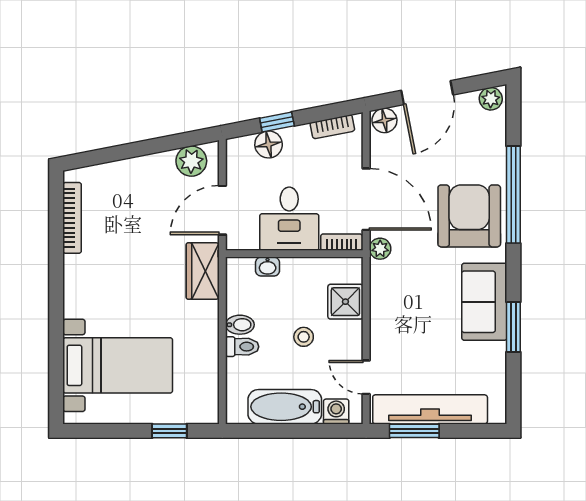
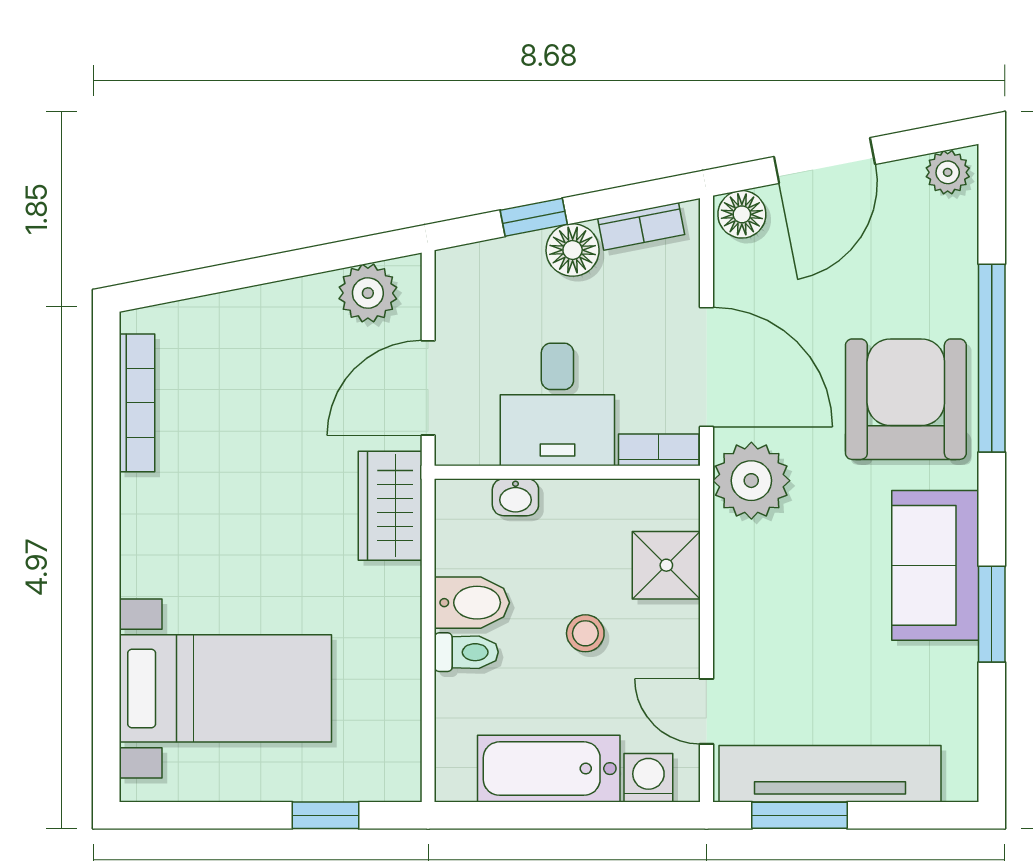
floor lamp: (269, 144) -> (573, 250), moved
plant: (380, 249) -> (751, 481), width x1.88, depth x1.88
bidet: (240, 325) -> (472, 603), width x1.38, depth x1.36

